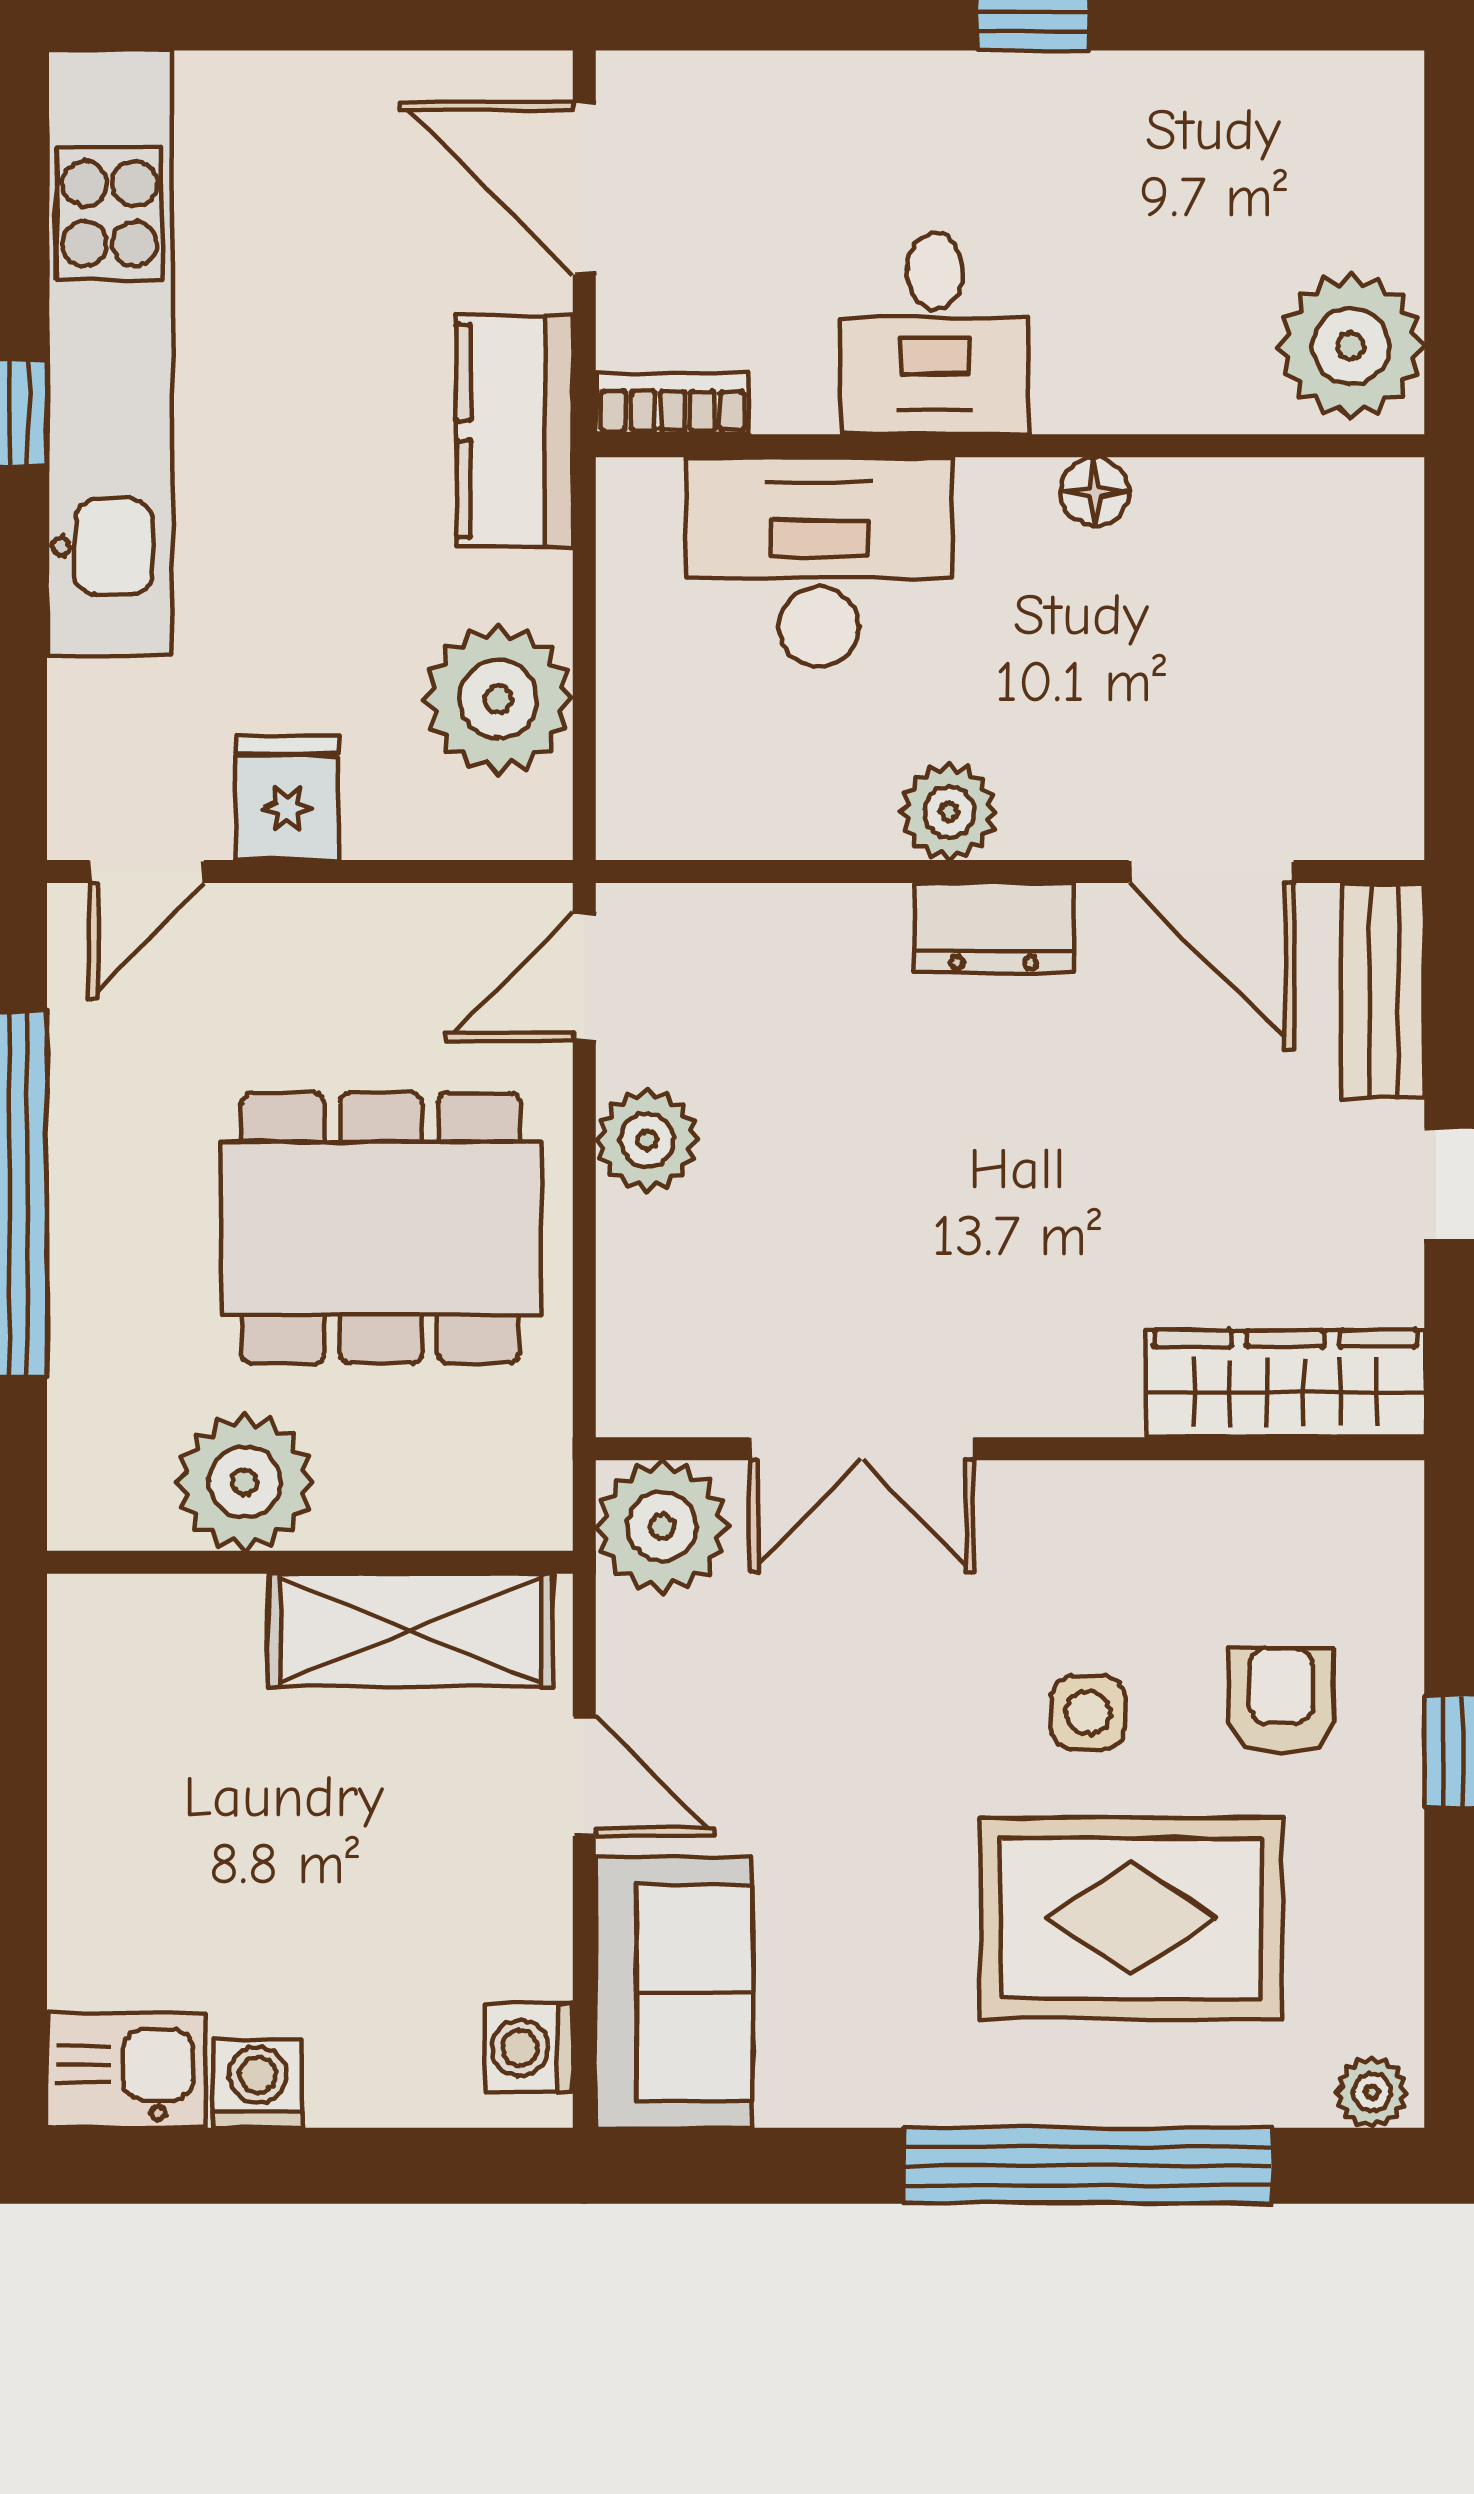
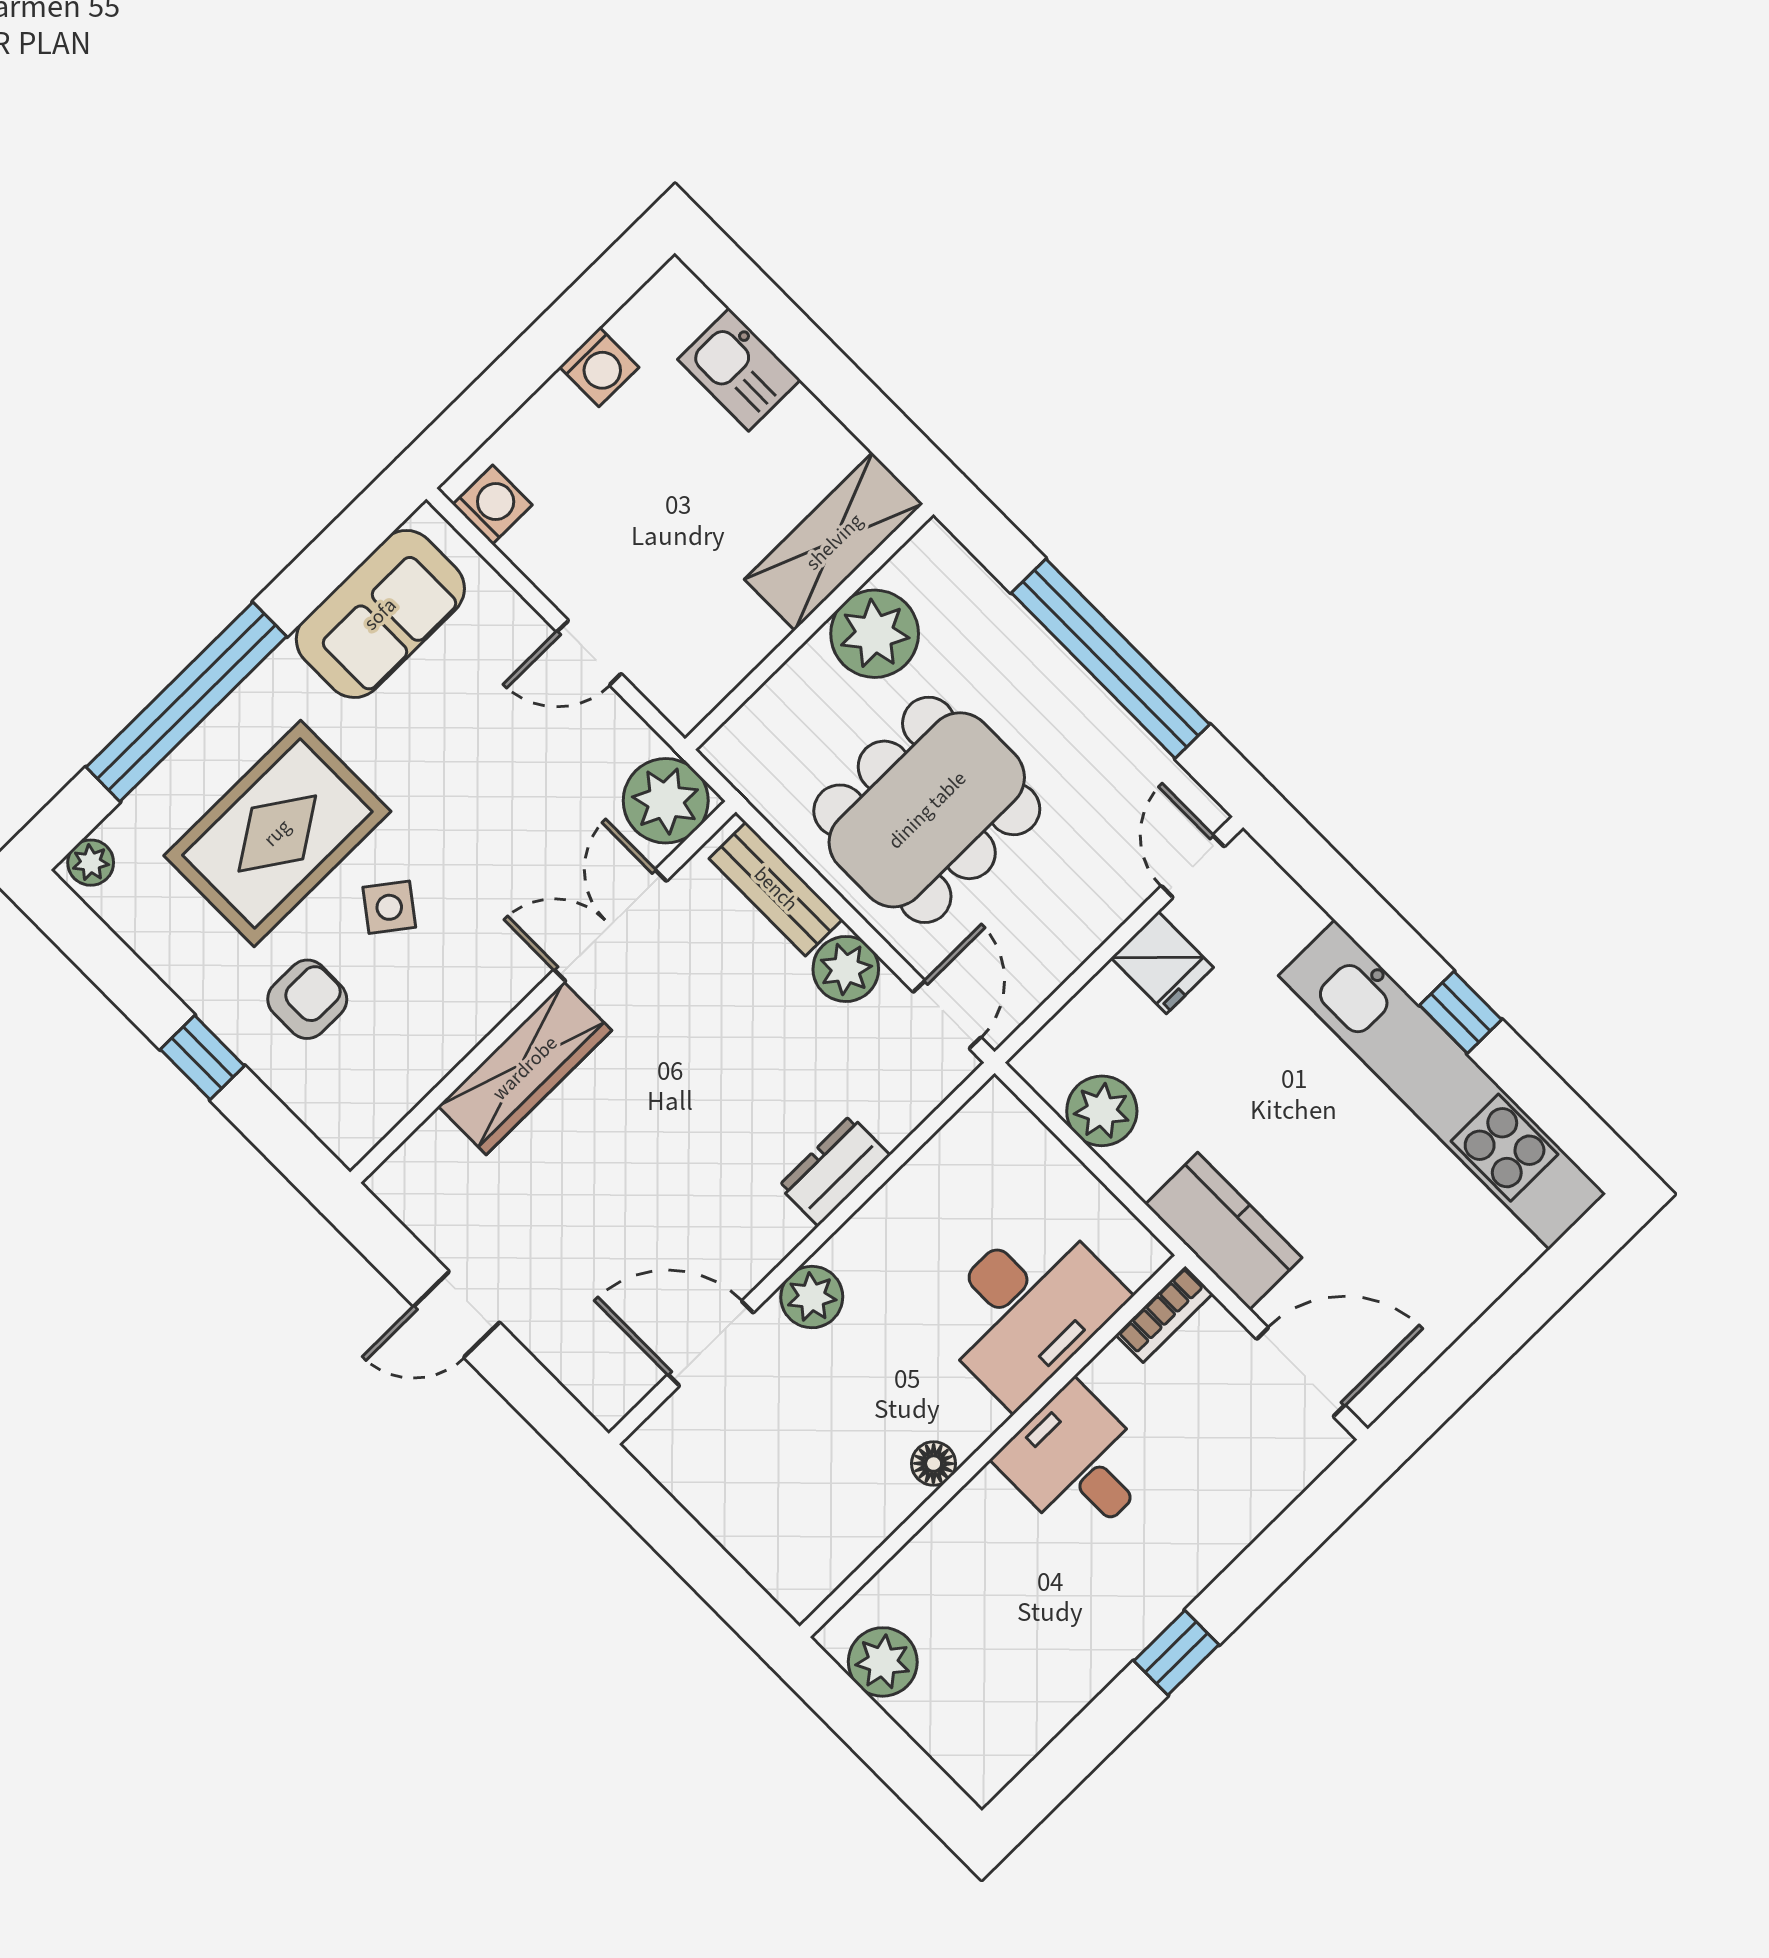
plant: (1351, 346) -> (883, 1662), width x0.73, depth x0.73
plant: (498, 699) -> (1102, 1111), width x0.73, depth x0.73
plant: (949, 812) -> (812, 1297), moved
dresser: (994, 928) -> (834, 1171), moved
bench: (1383, 991) -> (776, 889), moved
wardrobe: (1286, 1384) -> (525, 1068), moved
shelving: (410, 1630) -> (834, 542), moved
armchair: (1281, 1701) -> (307, 999), turned -90
side table: (1088, 1713) -> (389, 907), turned 37
sofa: (674, 1993) -> (380, 614), moved, turned -90
kitchen sink: (126, 2070) -> (739, 370), moved, turned 90

